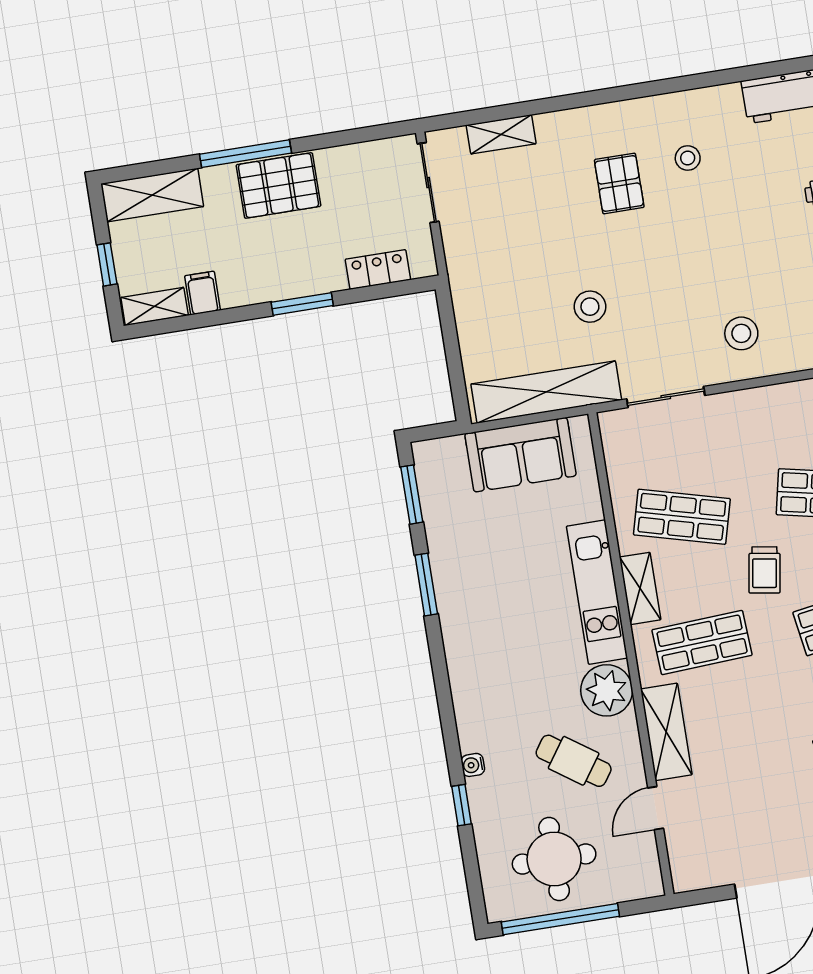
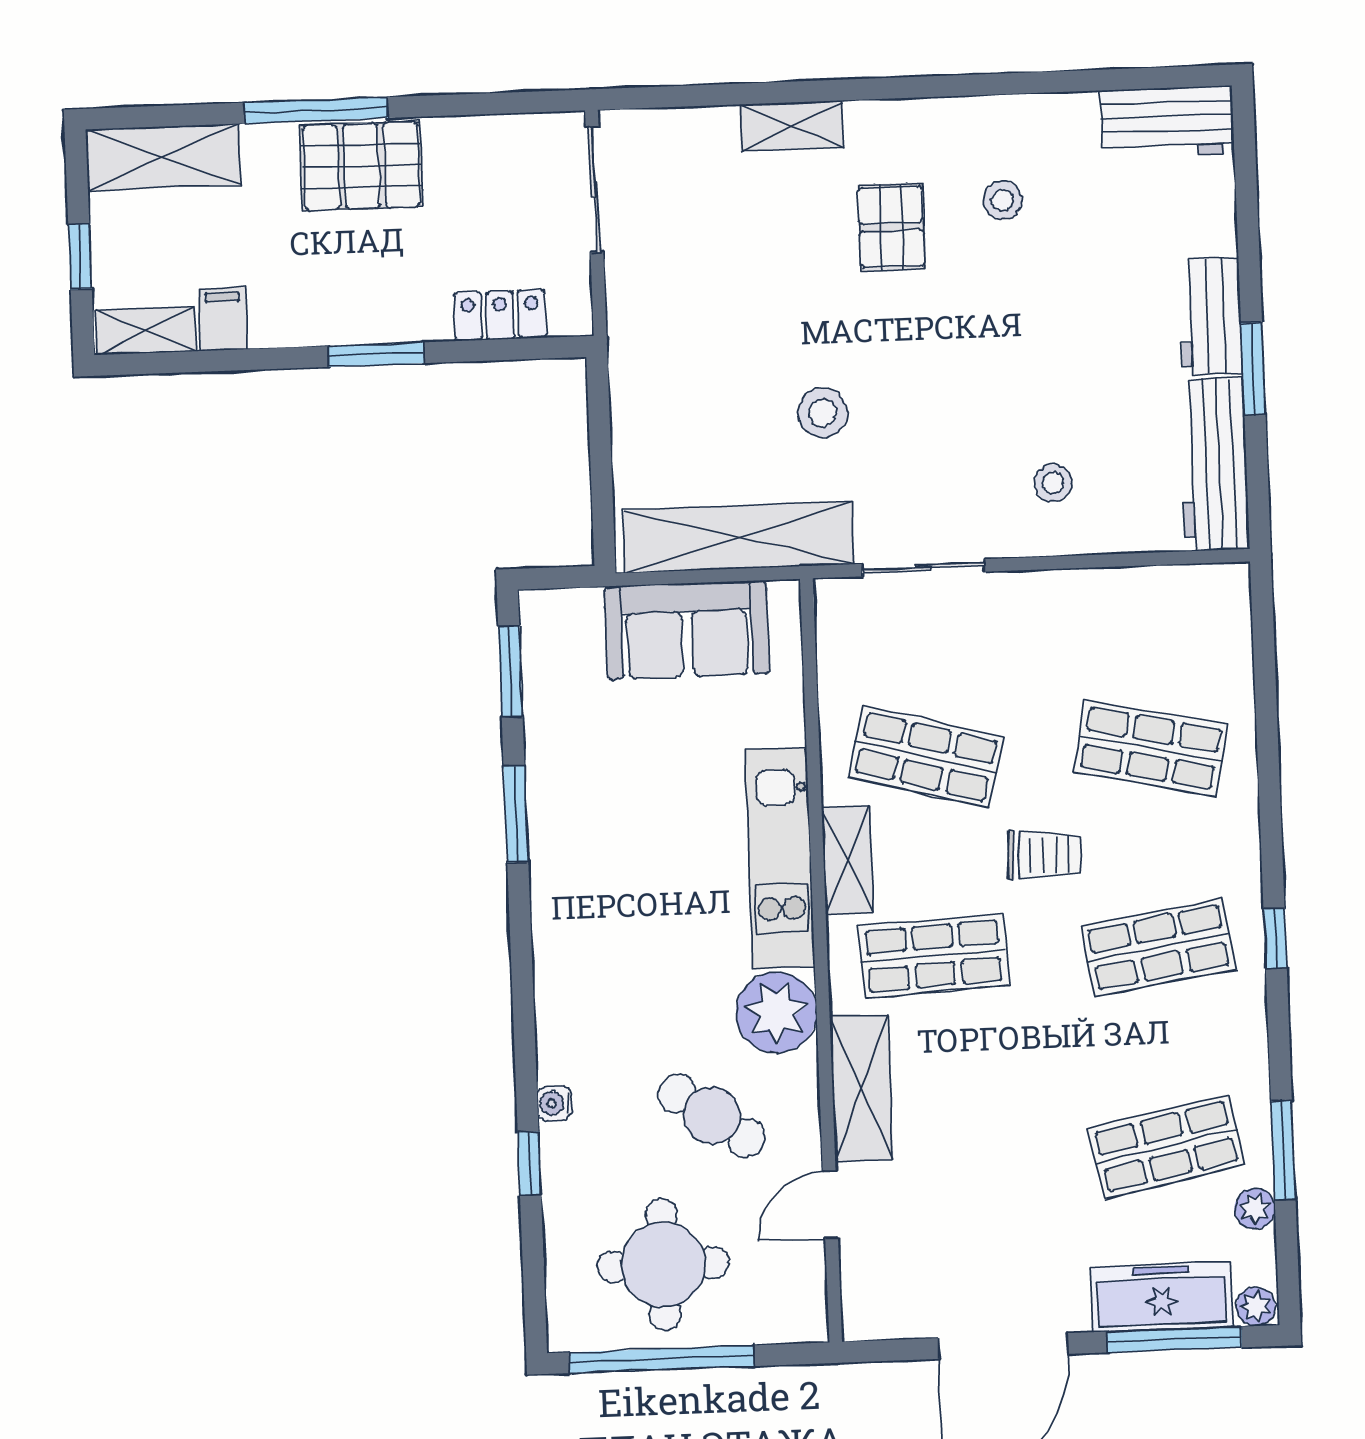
shelving: (501, 134) -> (792, 126), moved
stool: (741, 333) -> (1053, 483), width x0.73, depth x0.73
trolley: (764, 570) -> (1044, 855), turned -97

